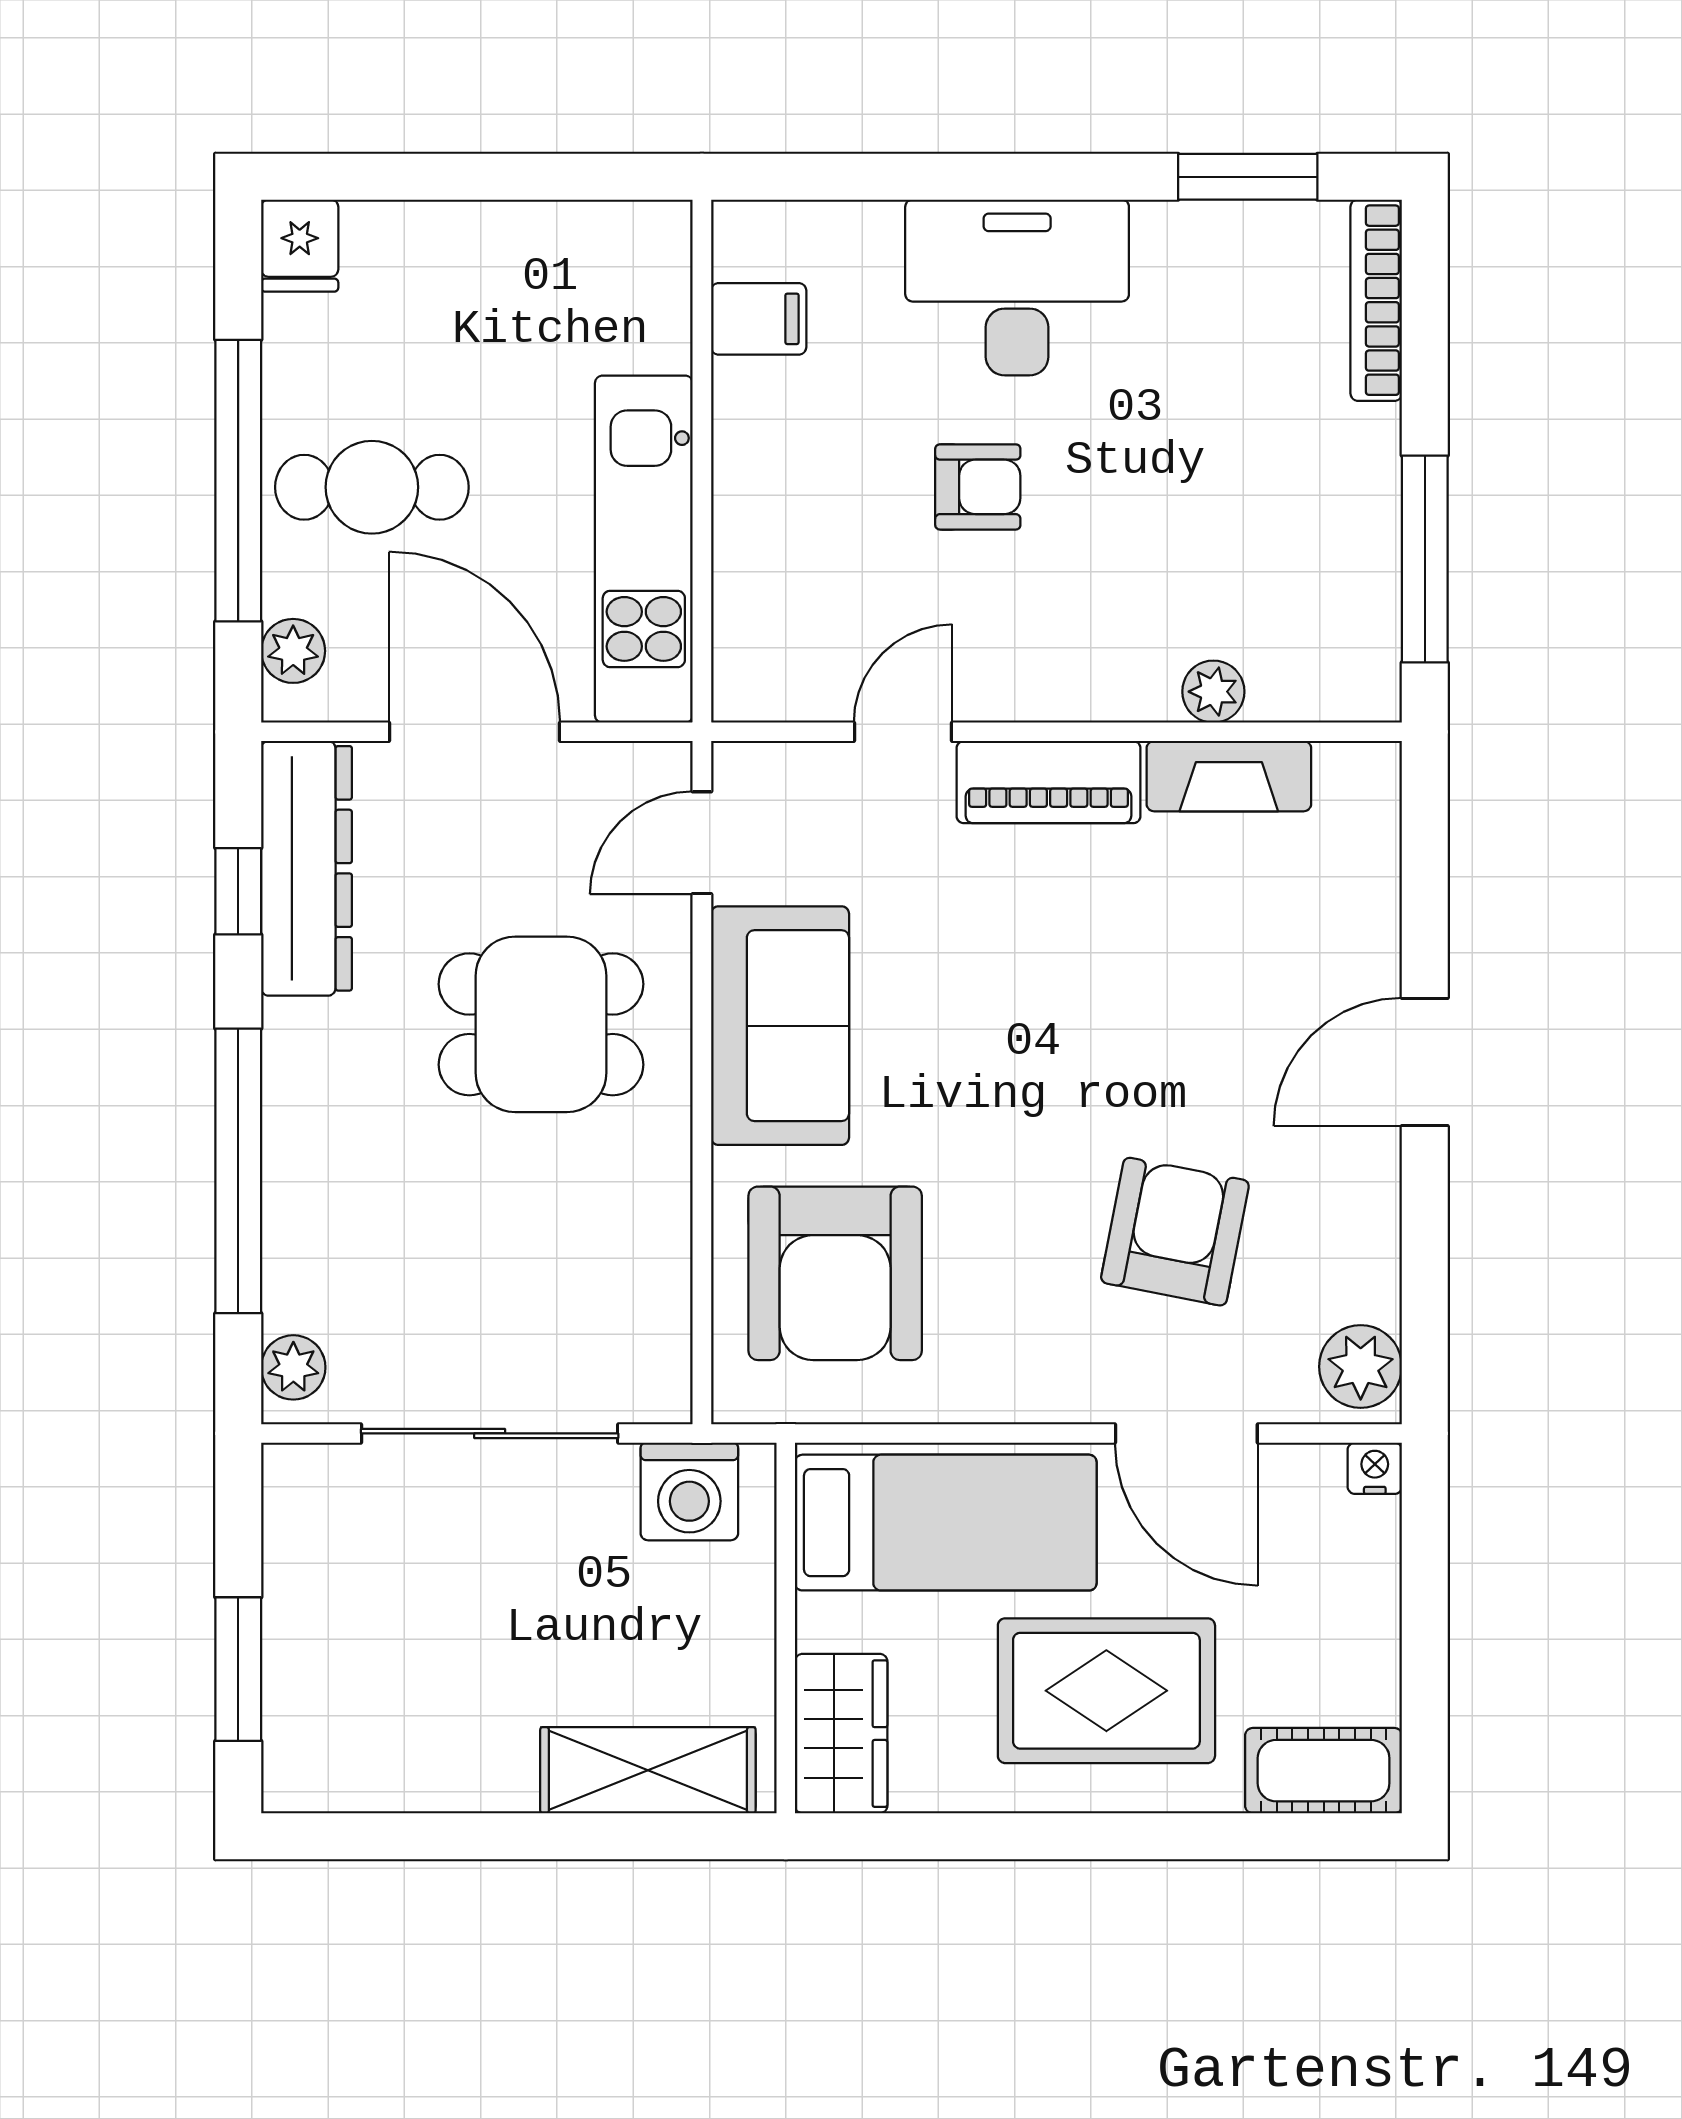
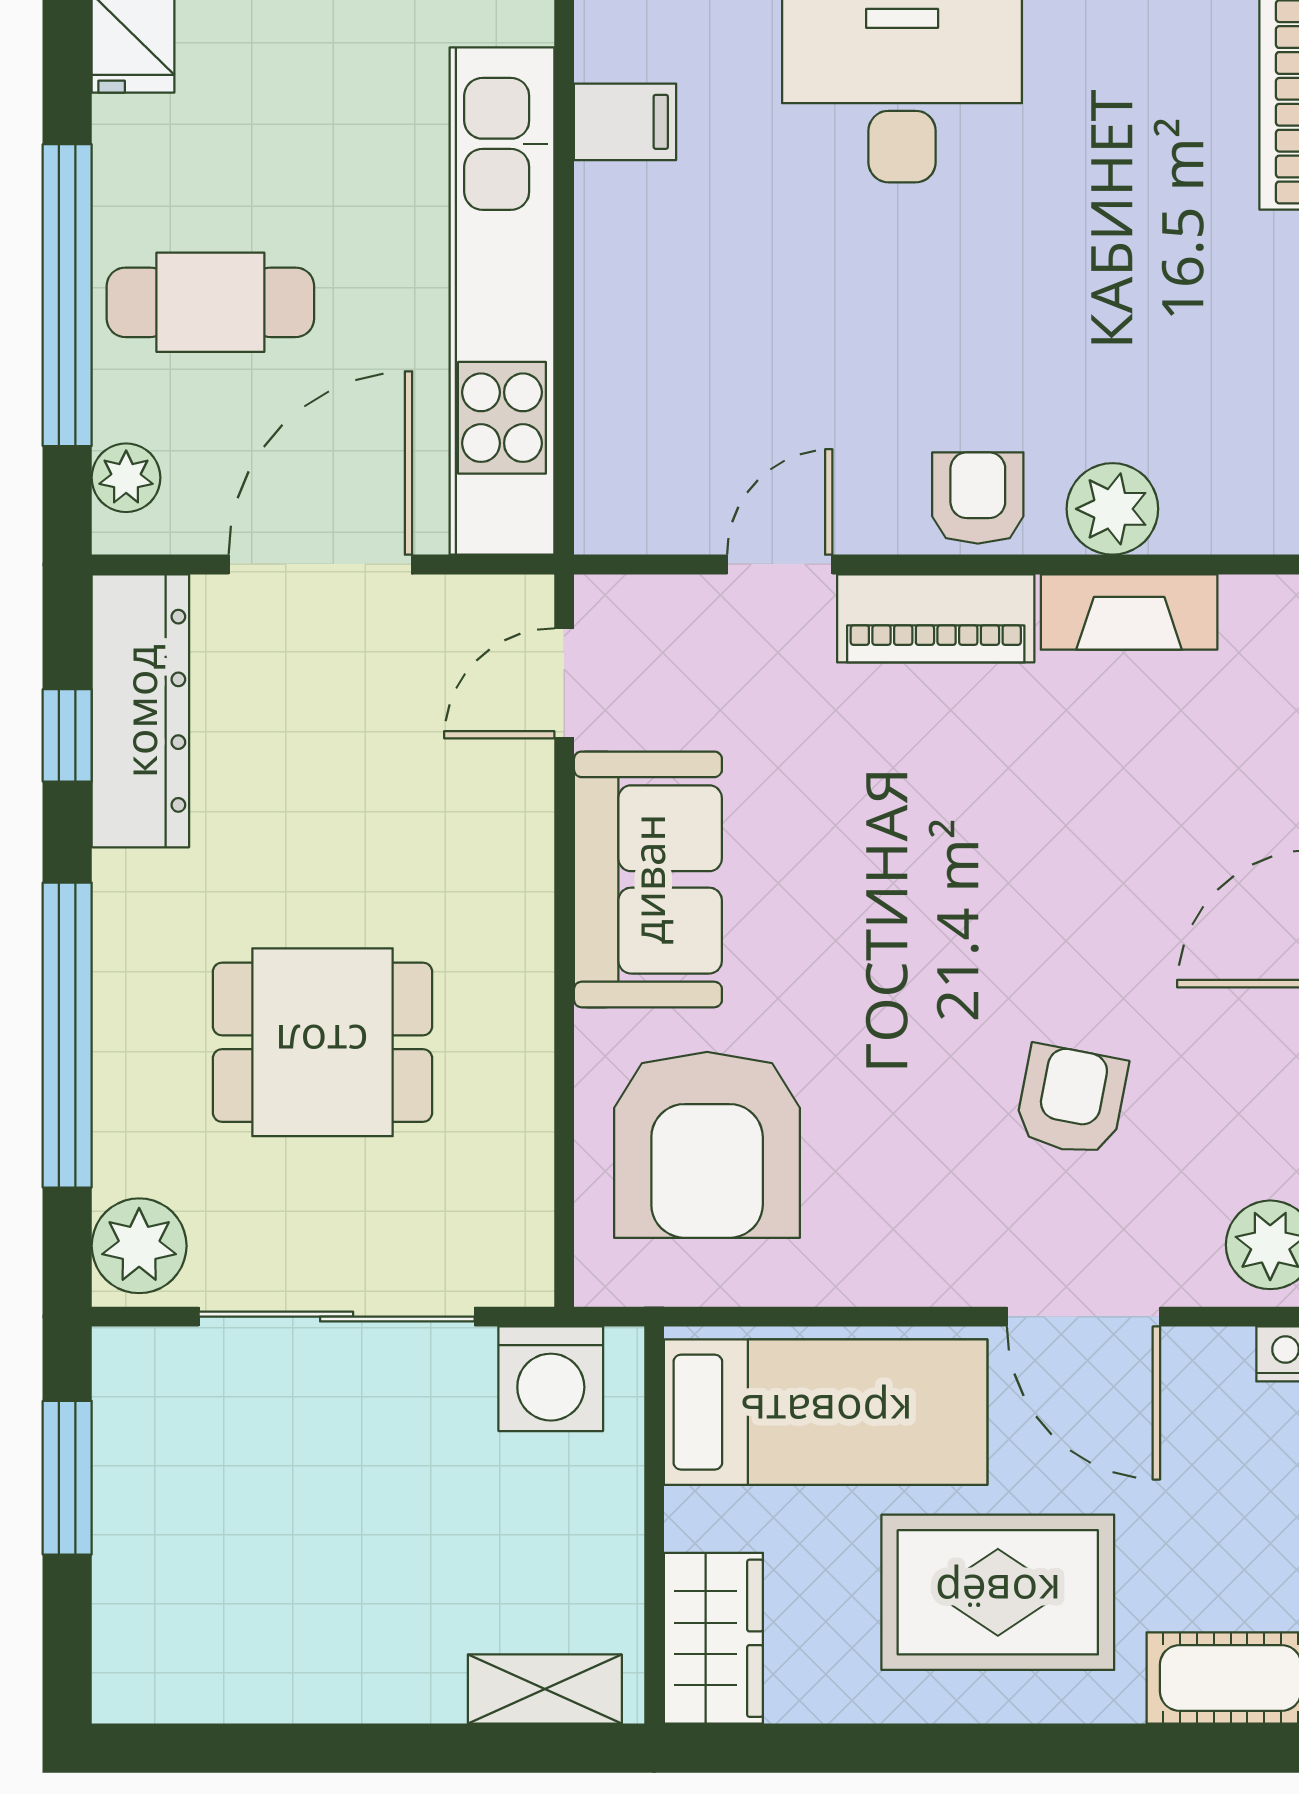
armchair: (978, 487) -> (978, 498), moved, turned -90
kitchen unit: (644, 549) -> (502, 301), width x1.36
plant: (1213, 692) -> (1112, 509), width x1.38, depth x1.38
door: (474, 732) -> (320, 564), hinge flipped
dining table: (541, 1024) -> (322, 1042), moved
armchair: (1175, 1232) -> (1071, 1100), width x0.72, depth x0.72
plant: (293, 1367) -> (139, 1246), width x1.38, depth x1.38
window: (238, 1669) -> (67, 1478), moved
shelving: (648, 1770) -> (545, 1689), width x0.67, depth x0.75

